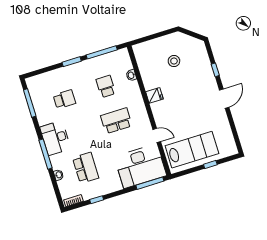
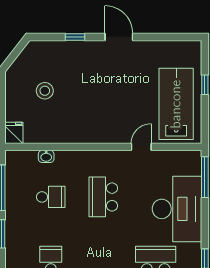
school desk: (106, 86) -> (51, 197), turned 180
fridge: (154, 95) -> (14, 133), moved
desk: (140, 166) -> (177, 209), moved

